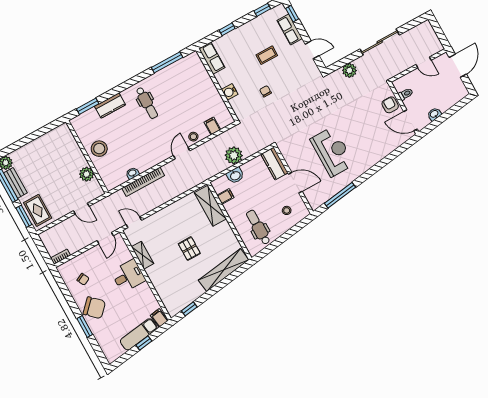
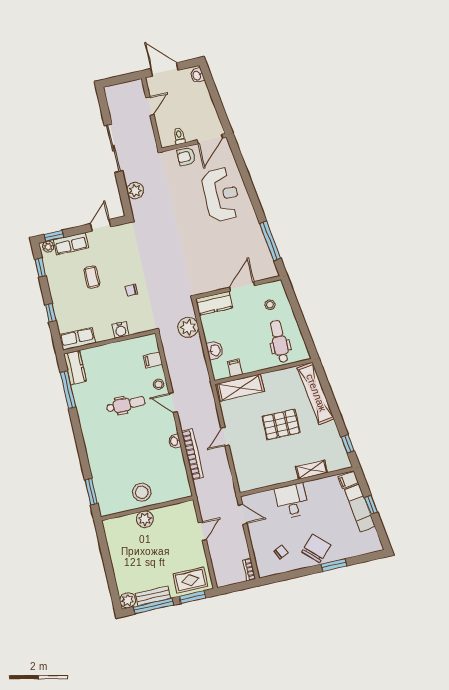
plant: (282, 11) -> (48, 247), added
dental chair: (147, 103) -> (126, 405), moved
kitchen counter: (110, 105) -> (75, 368), moved
washbasin: (434, 114) -> (197, 75), moved
reception desk: (332, 152) -> (221, 195), moved, turned 90
plant: (234, 155) -> (188, 327), moved
washbasin: (132, 173) -> (175, 441), moved
plant: (87, 174) -> (145, 519), moved
door: (134, 222) -> (225, 437), moved
dental chair: (258, 227) -> (279, 341), turned 90
pallet: (189, 249) -> (281, 425), width x1.50, depth x1.42
shelving: (143, 255) -> (312, 470), moved

